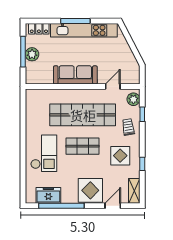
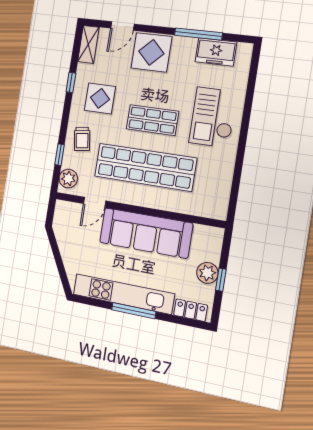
window: (23, 52) -> (221, 280), width x0.46
sofa: (75, 75) -> (146, 233), width x1.36, depth x1.27
window: (61, 206) -> (198, 34), width x0.68

